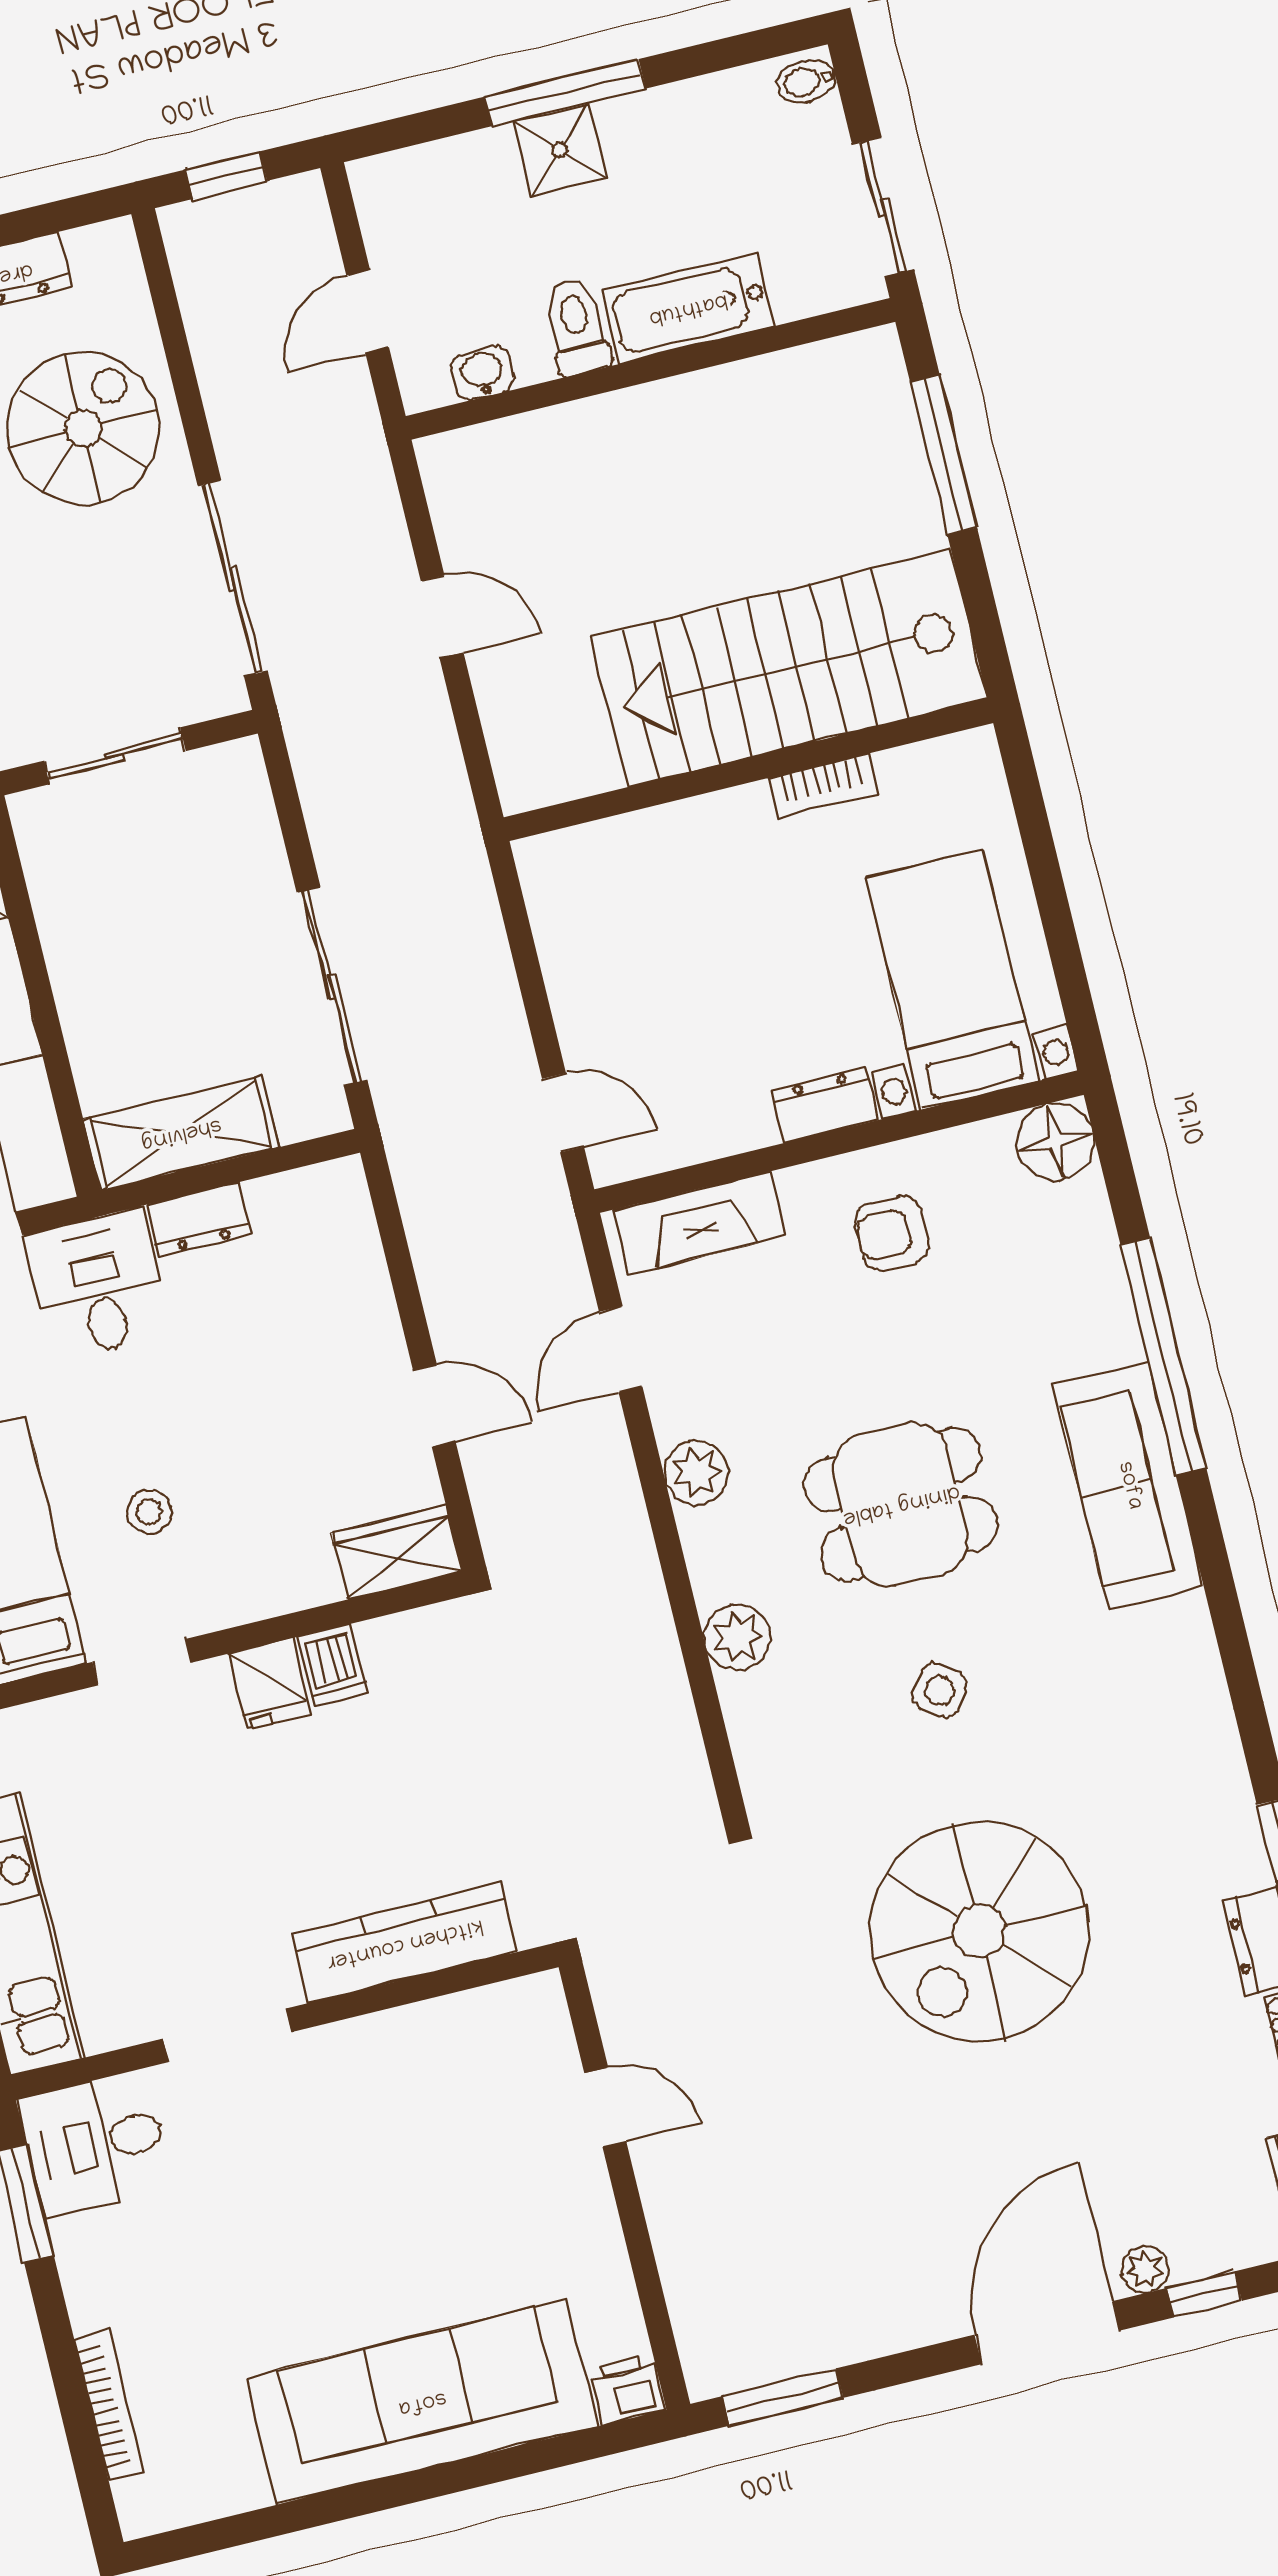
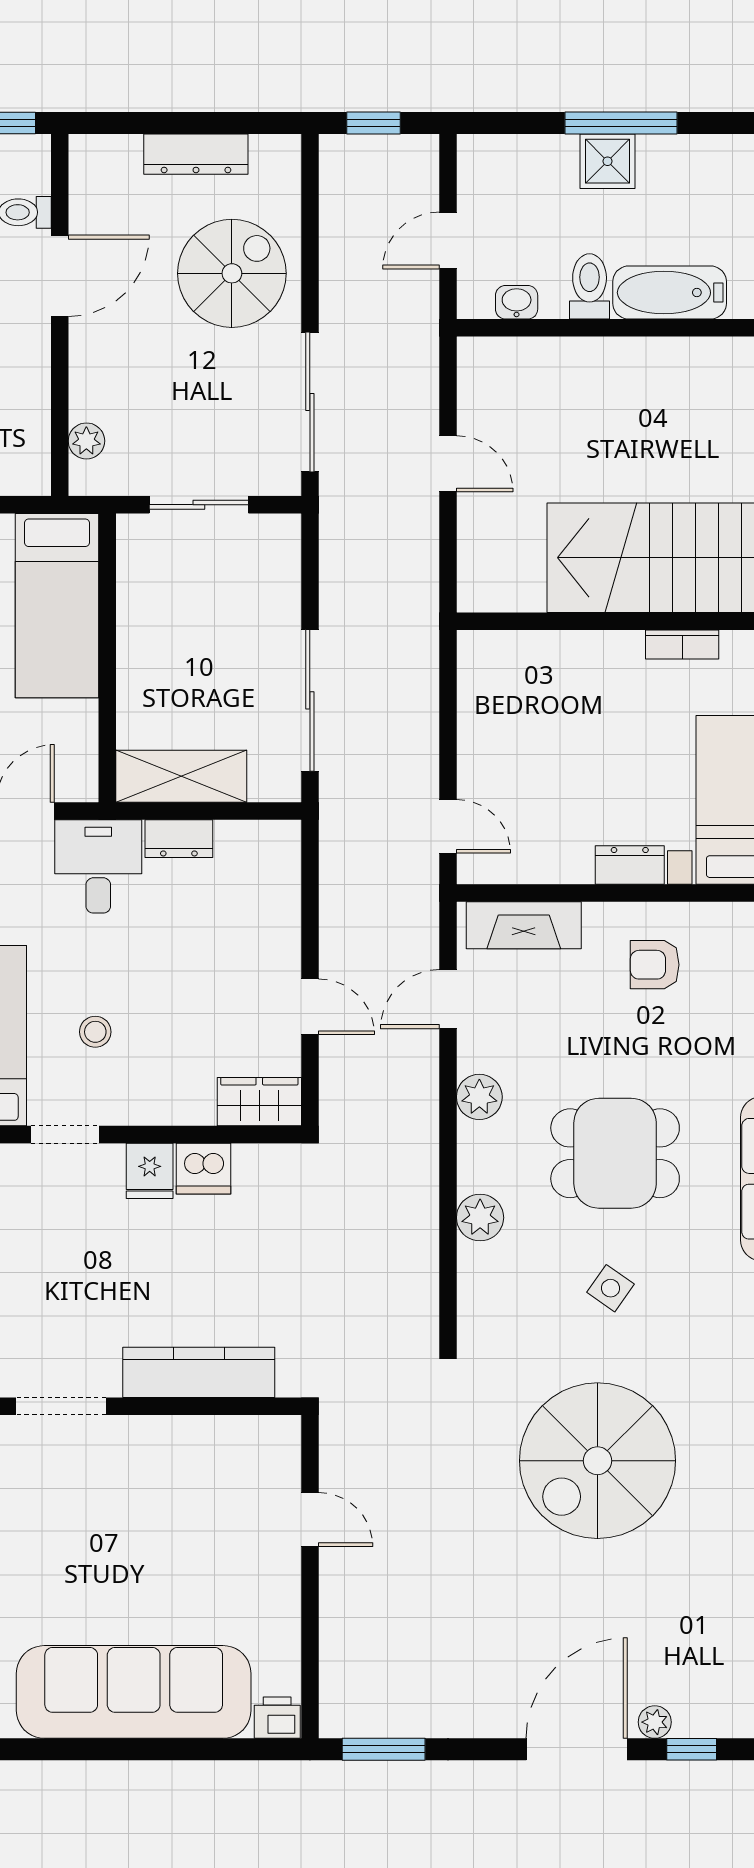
dishwasher: (333, 1665) -> (204, 1169), width x1.38

